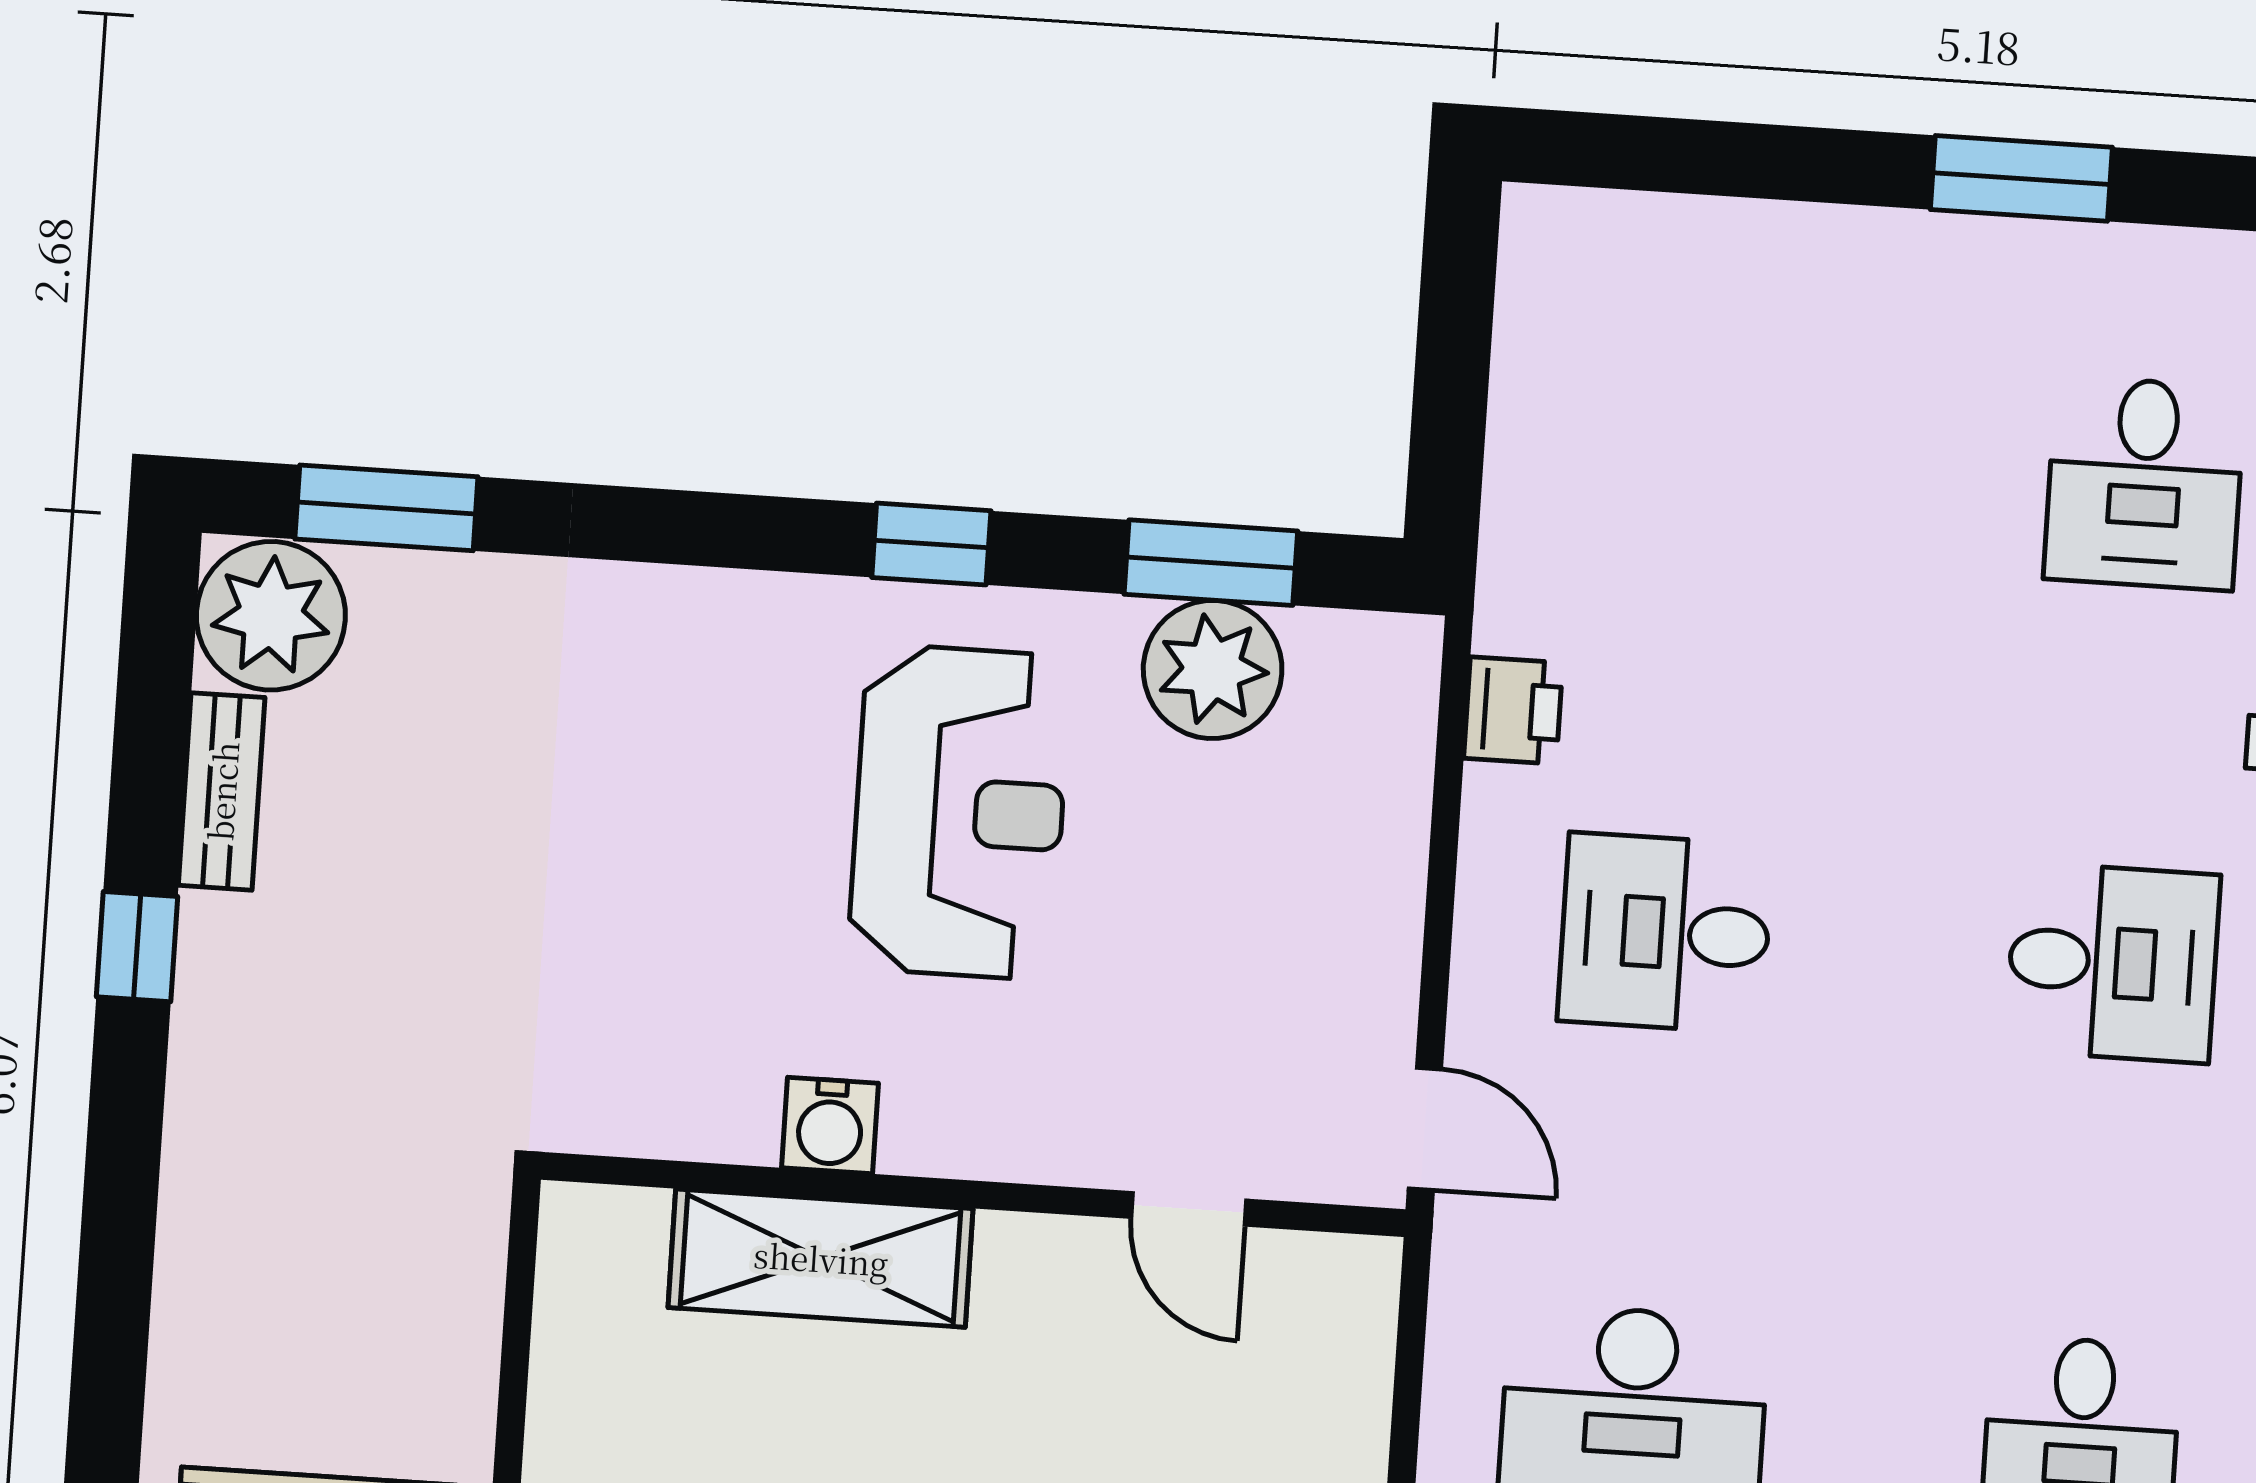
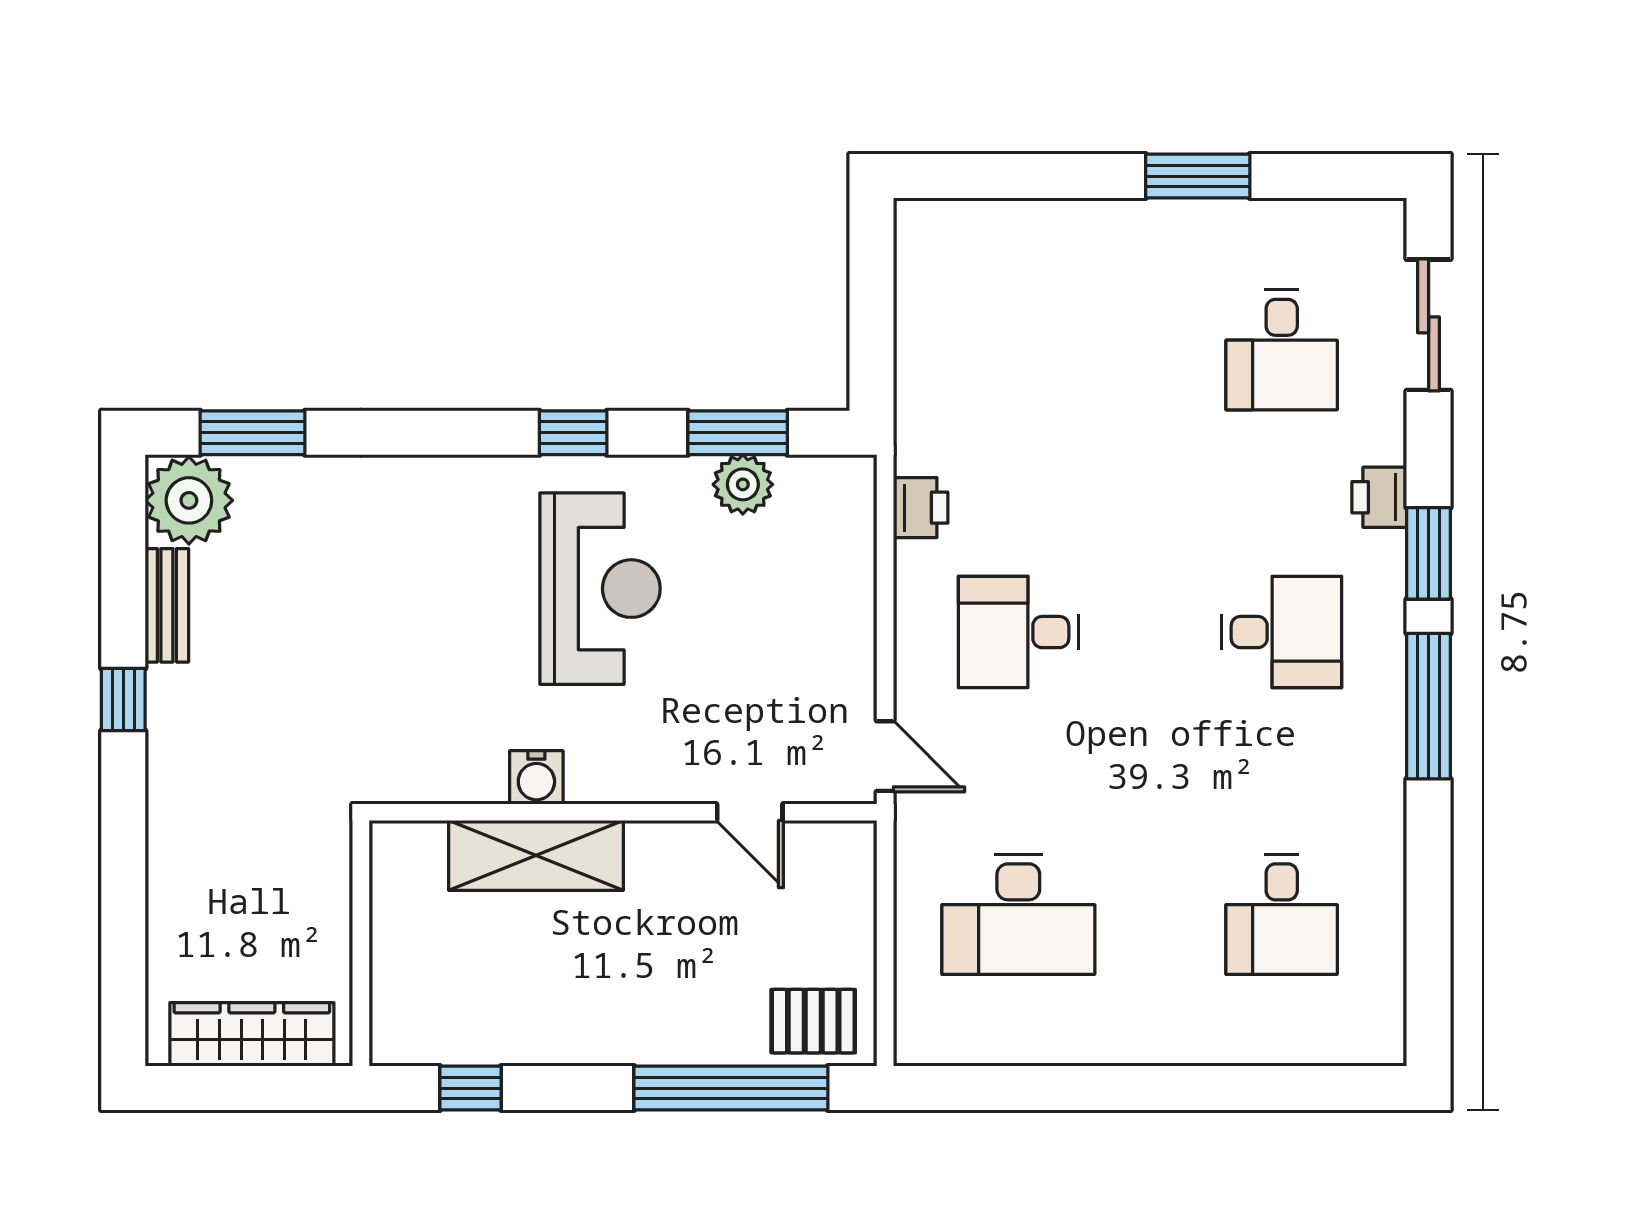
plant: (1213, 669) -> (743, 484), width x0.73, depth x0.73

